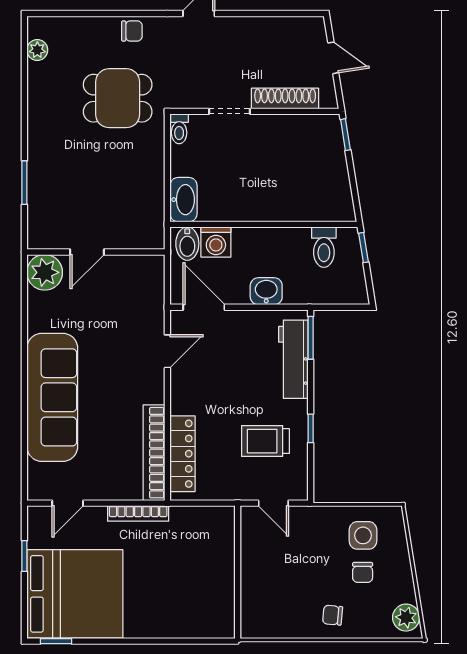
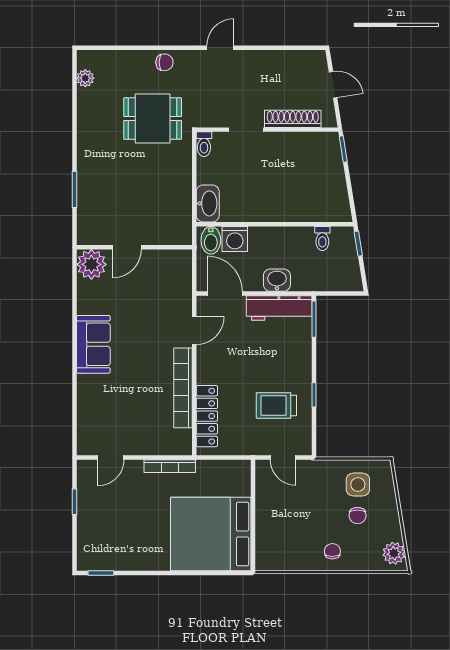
toilet: (324, 247) -> (322, 238), width x0.73, depth x0.72
workbench: (293, 359) -> (279, 308), moved, turned -90
sofa: (52, 397) -> (93, 344), width x0.54, depth x0.79
bookcase: (154, 453) -> (183, 388), moved
bed: (75, 594) -> (211, 534), moved, turned 180
chair: (333, 615) -> (332, 551), turned 85

